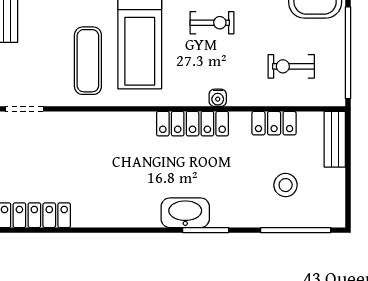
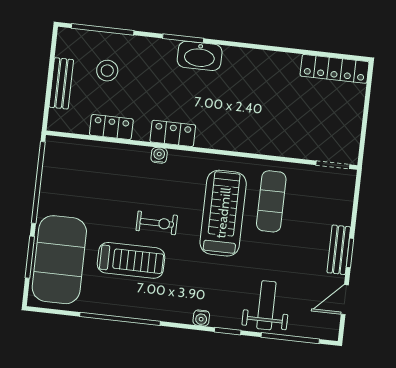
exercise bike: (212, 23) -> (157, 223), turned 180
exercise bike: (291, 66) -> (90, 176), removed
locker: (193, 124) -> (173, 133), width x0.66
bench: (335, 139) -> (61, 83), moved

